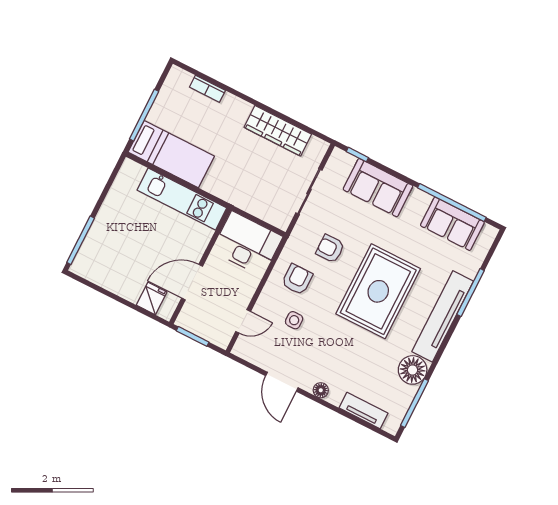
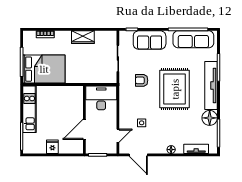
wardrobe: (278, 131) -> (83, 37), width x0.67
bed: (171, 154) -> (44, 69), width x1.50
kitchen unit: (182, 199) -> (29, 109), moved, turned -90
sofa: (452, 224) -> (193, 39), width x1.36
armchair: (297, 279) -> (133, 103), removed
fridge: (152, 299) -> (52, 147), moved
door: (282, 382) -> (138, 155), moved

